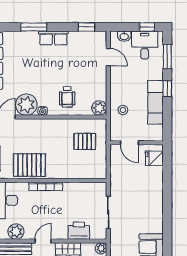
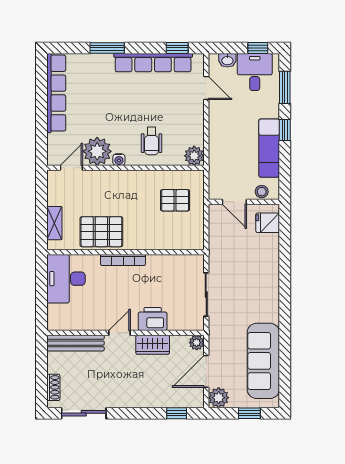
row of seats: (53, 38) -> (153, 63), width x2.02
stool: (123, 110) -> (262, 192), moved
printer: (79, 231) -> (153, 319), moved
plant: (16, 232) -> (83, 320), removed

